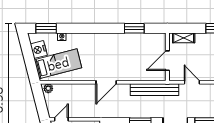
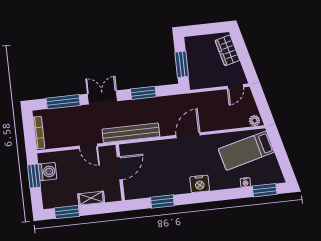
shelving: (184, 38) -> (91, 198), moved
nightstand: (39, 50) -> (200, 184), moved, turned 104

